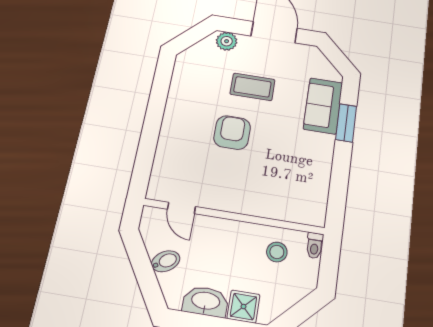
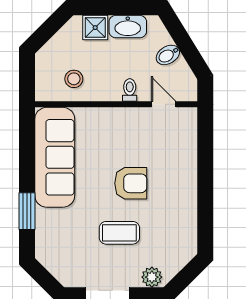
sofa: (323, 106) -> (55, 157), moved, width x1.85, depth x1.27
armchair: (232, 133) -> (131, 183), turned -90
toilet: (315, 246) -> (130, 90), moved

